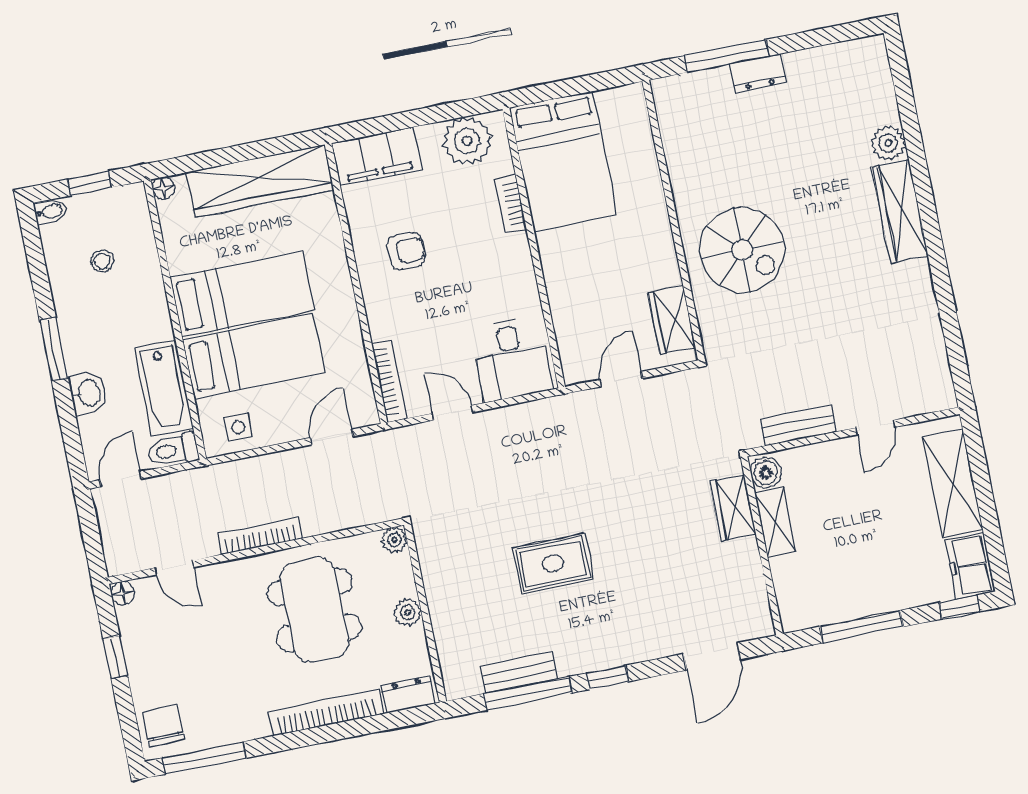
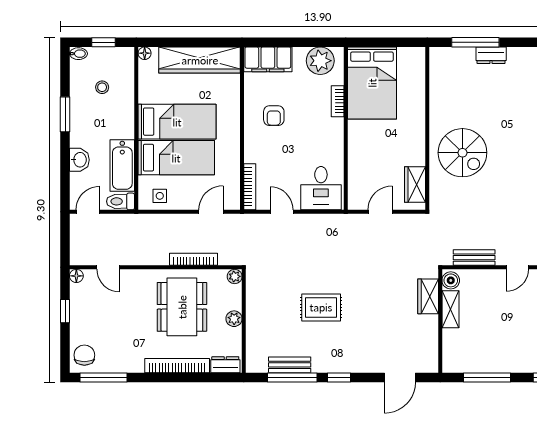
armchair: (406, 251) -> (274, 116), turned 90
window: (54, 349) -> (65, 114), moved
bookcase: (260, 536) -> (193, 259), moved

